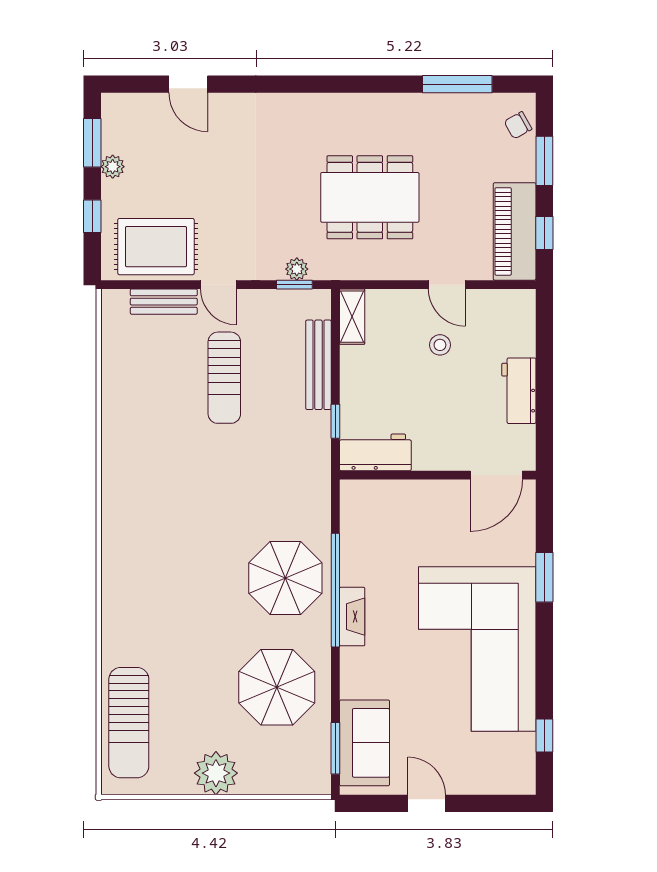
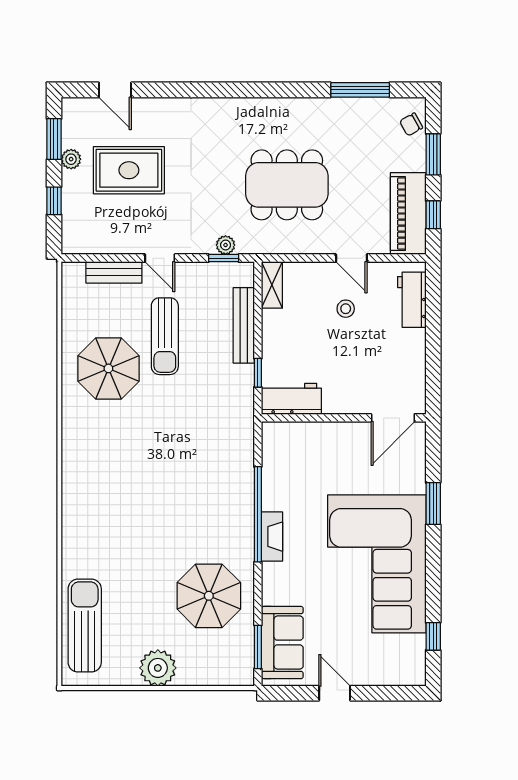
door: (188, 84) -> (115, 90), moved
rug: (156, 247) -> (129, 170), moved
workbench: (519, 391) -> (412, 300), moved
parasol: (285, 578) -> (108, 368), moved
sun lounger: (129, 723) -> (85, 626), turned 180

